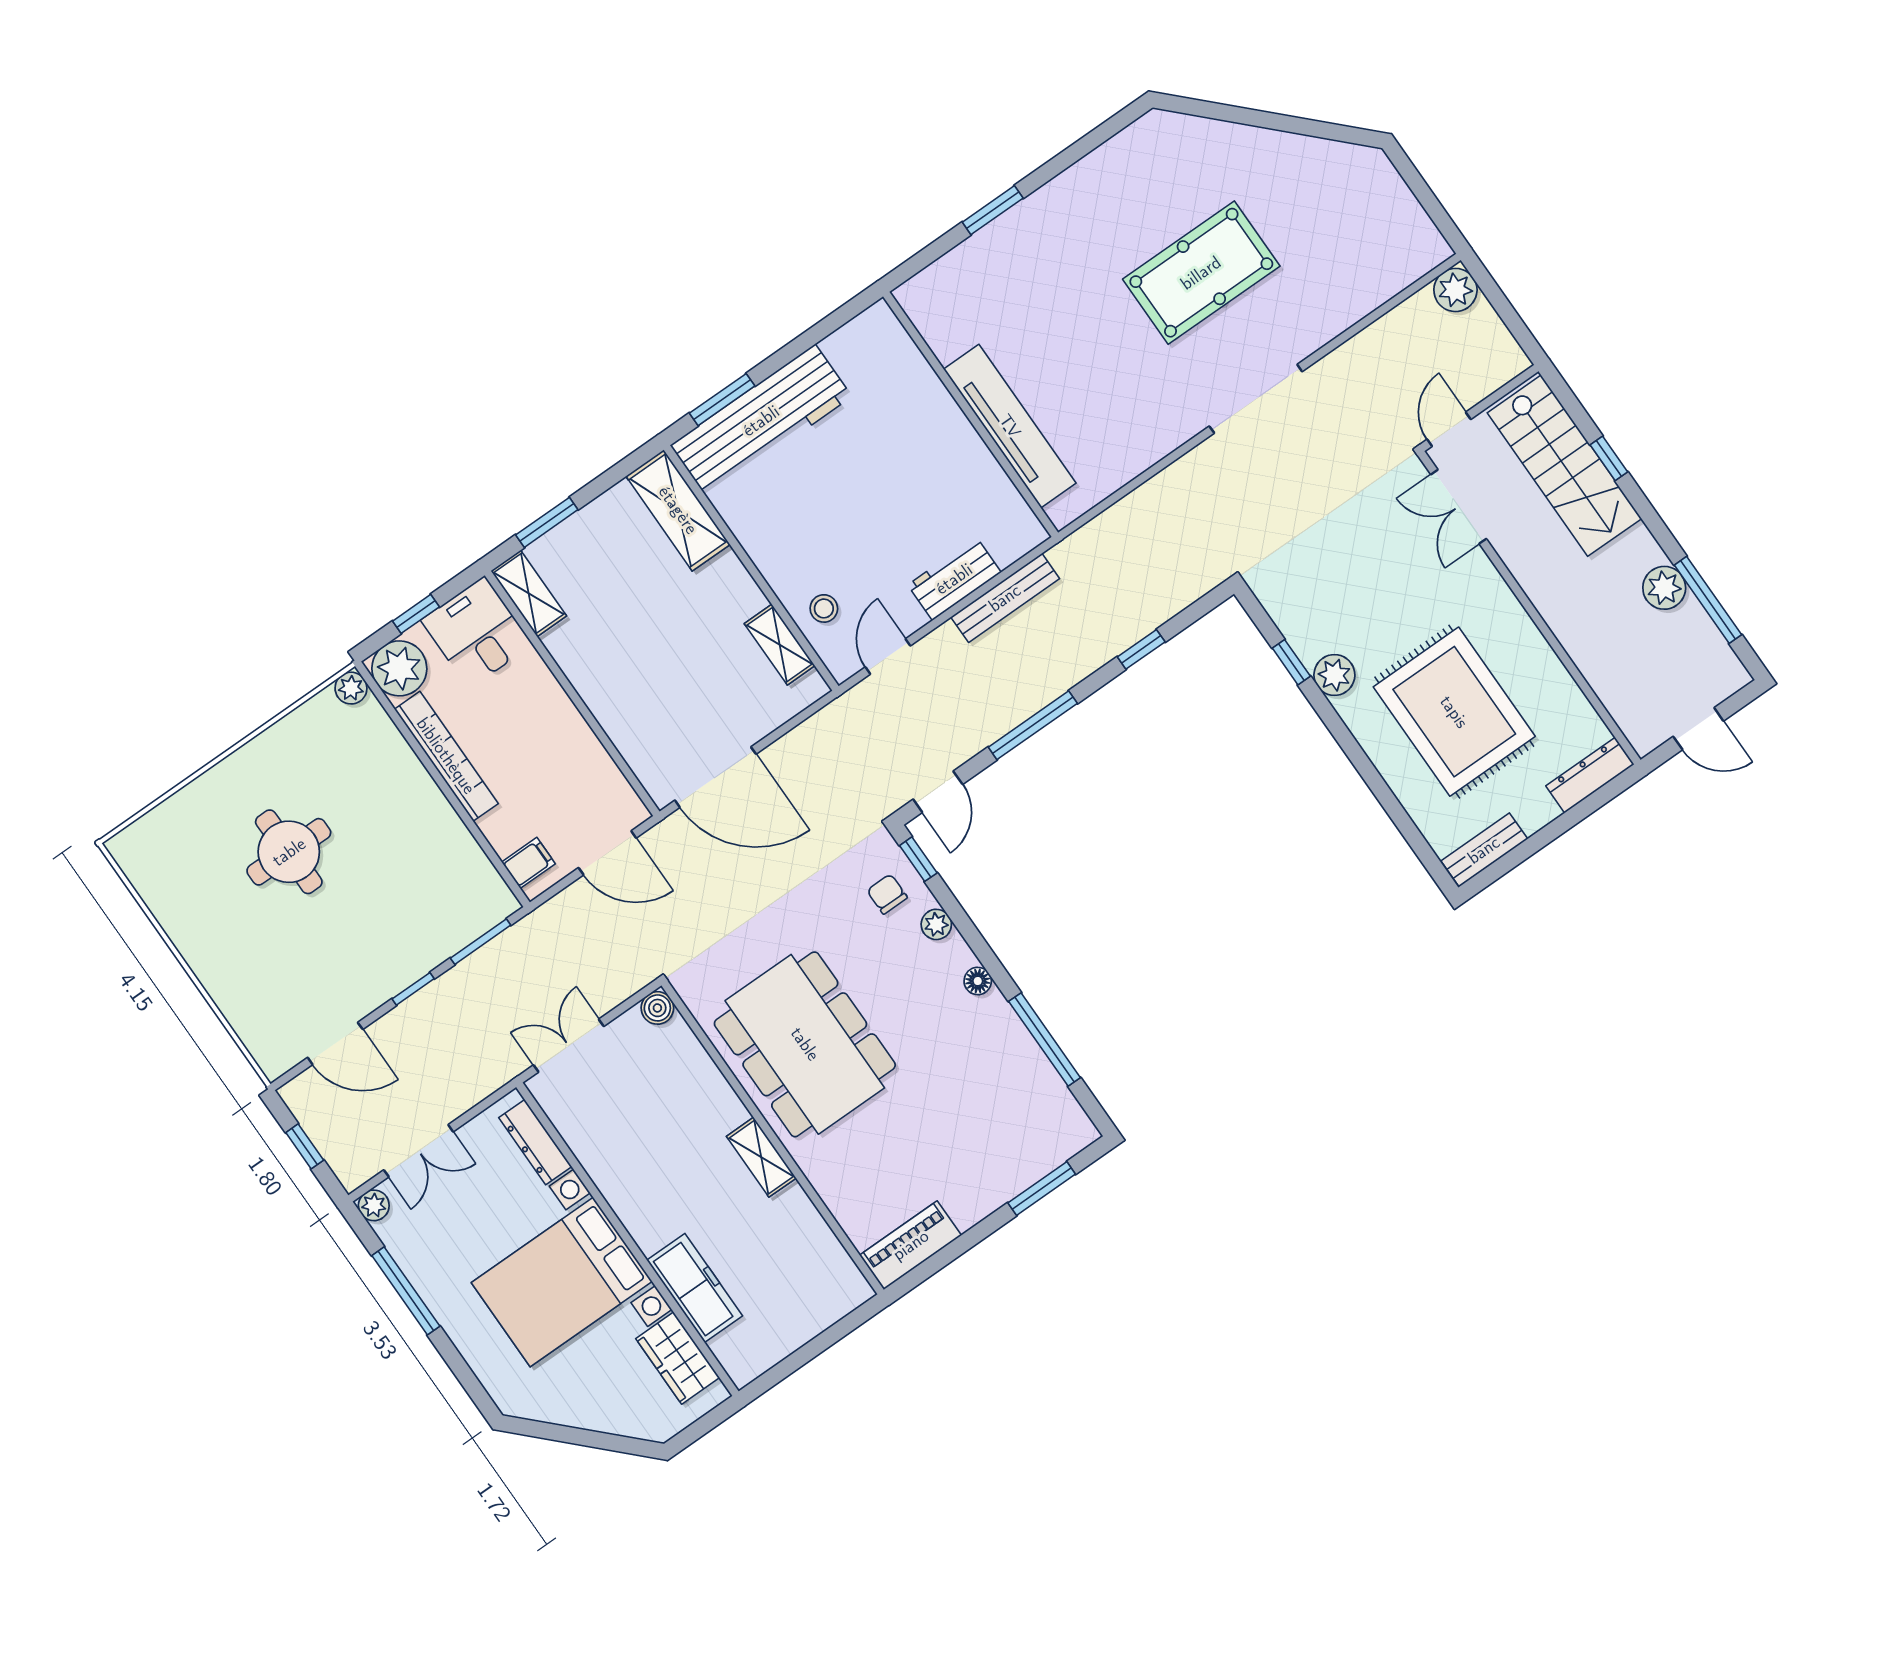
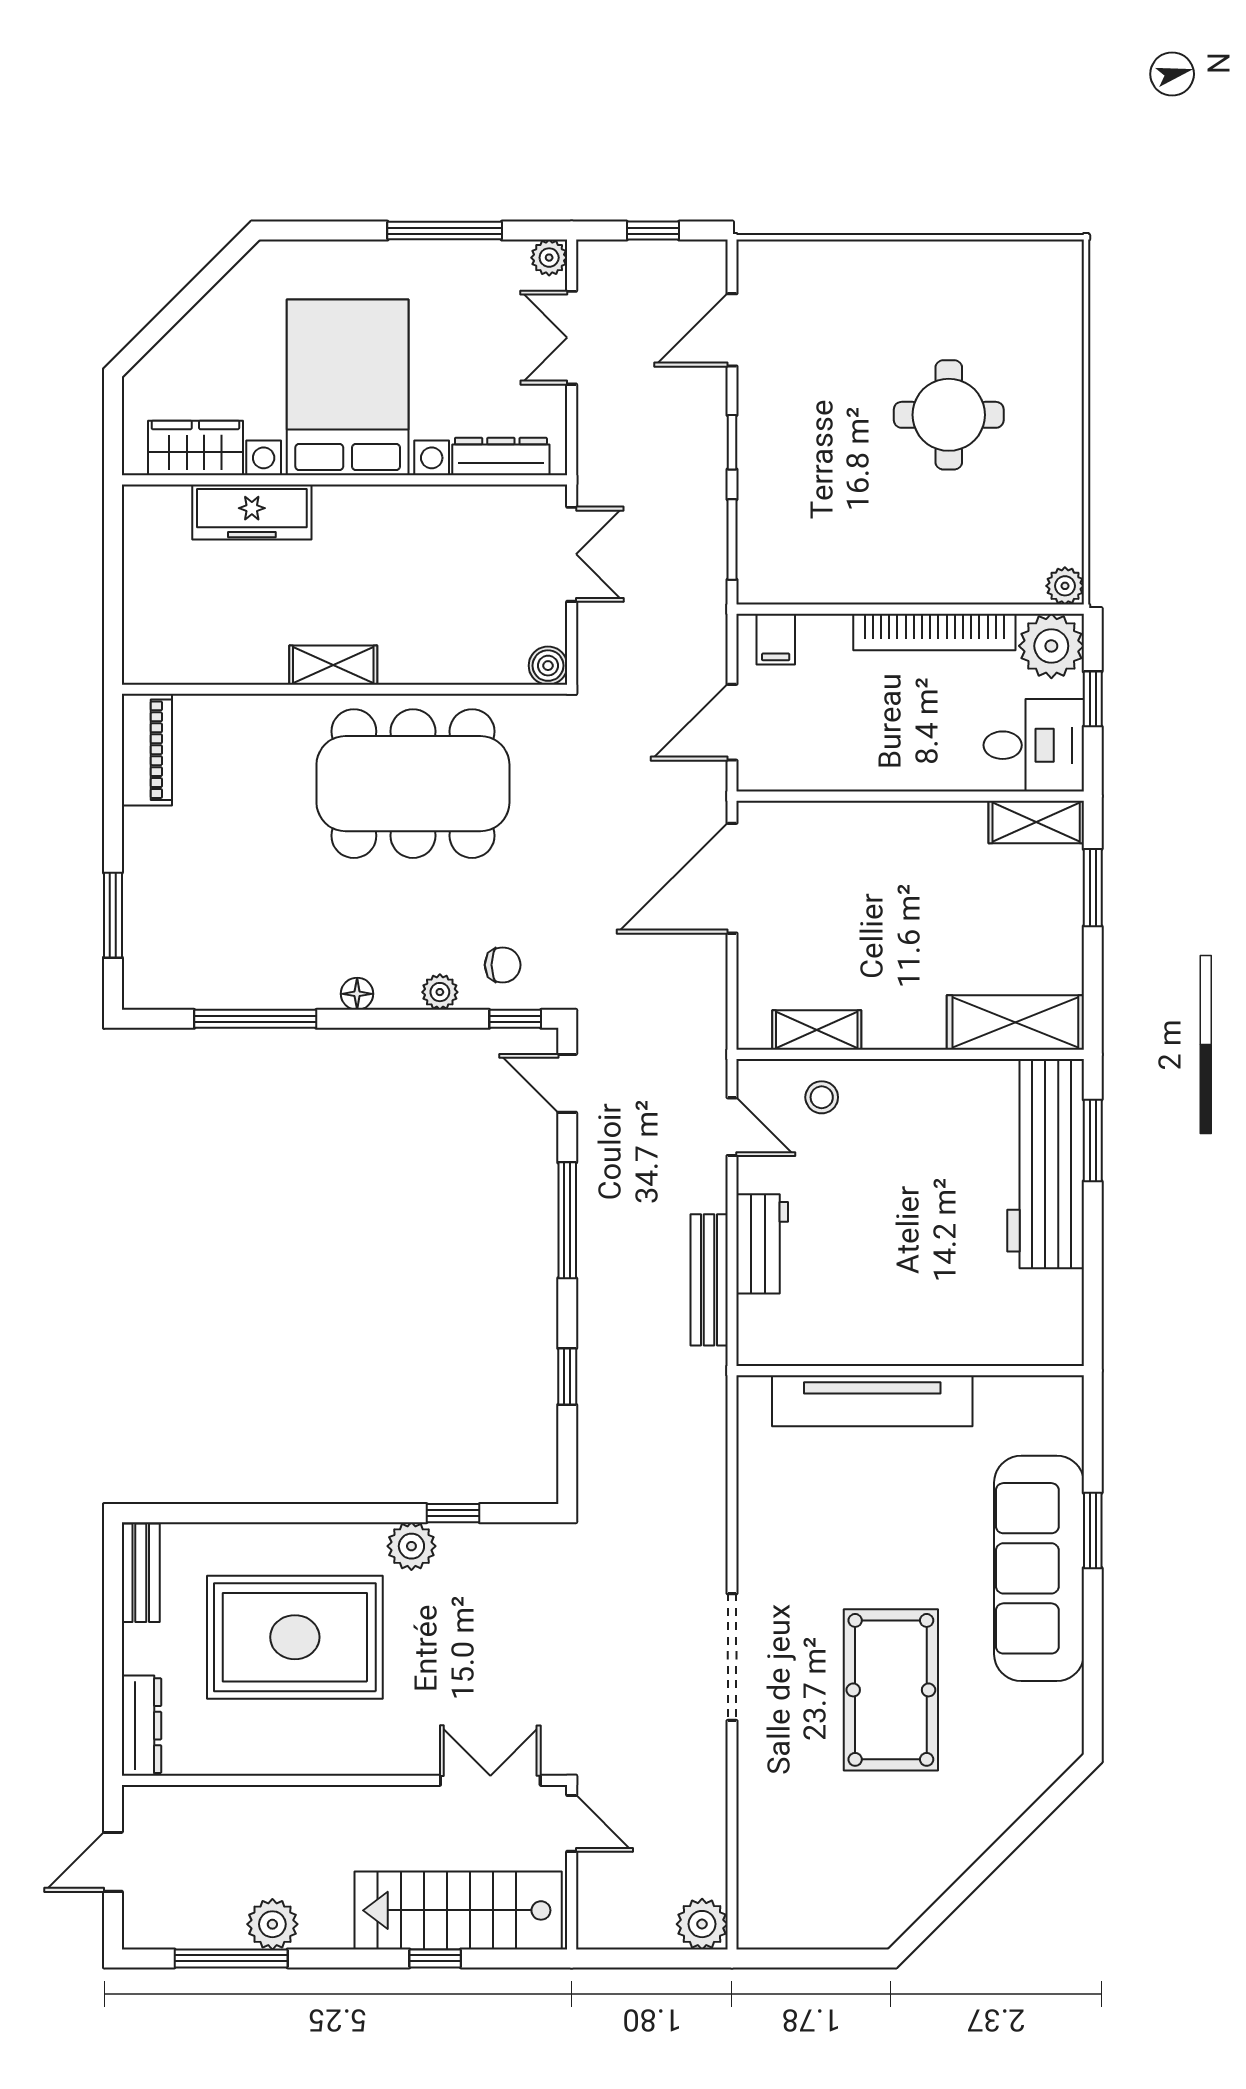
sofa: (1045, 229) -> (1039, 1568), added

